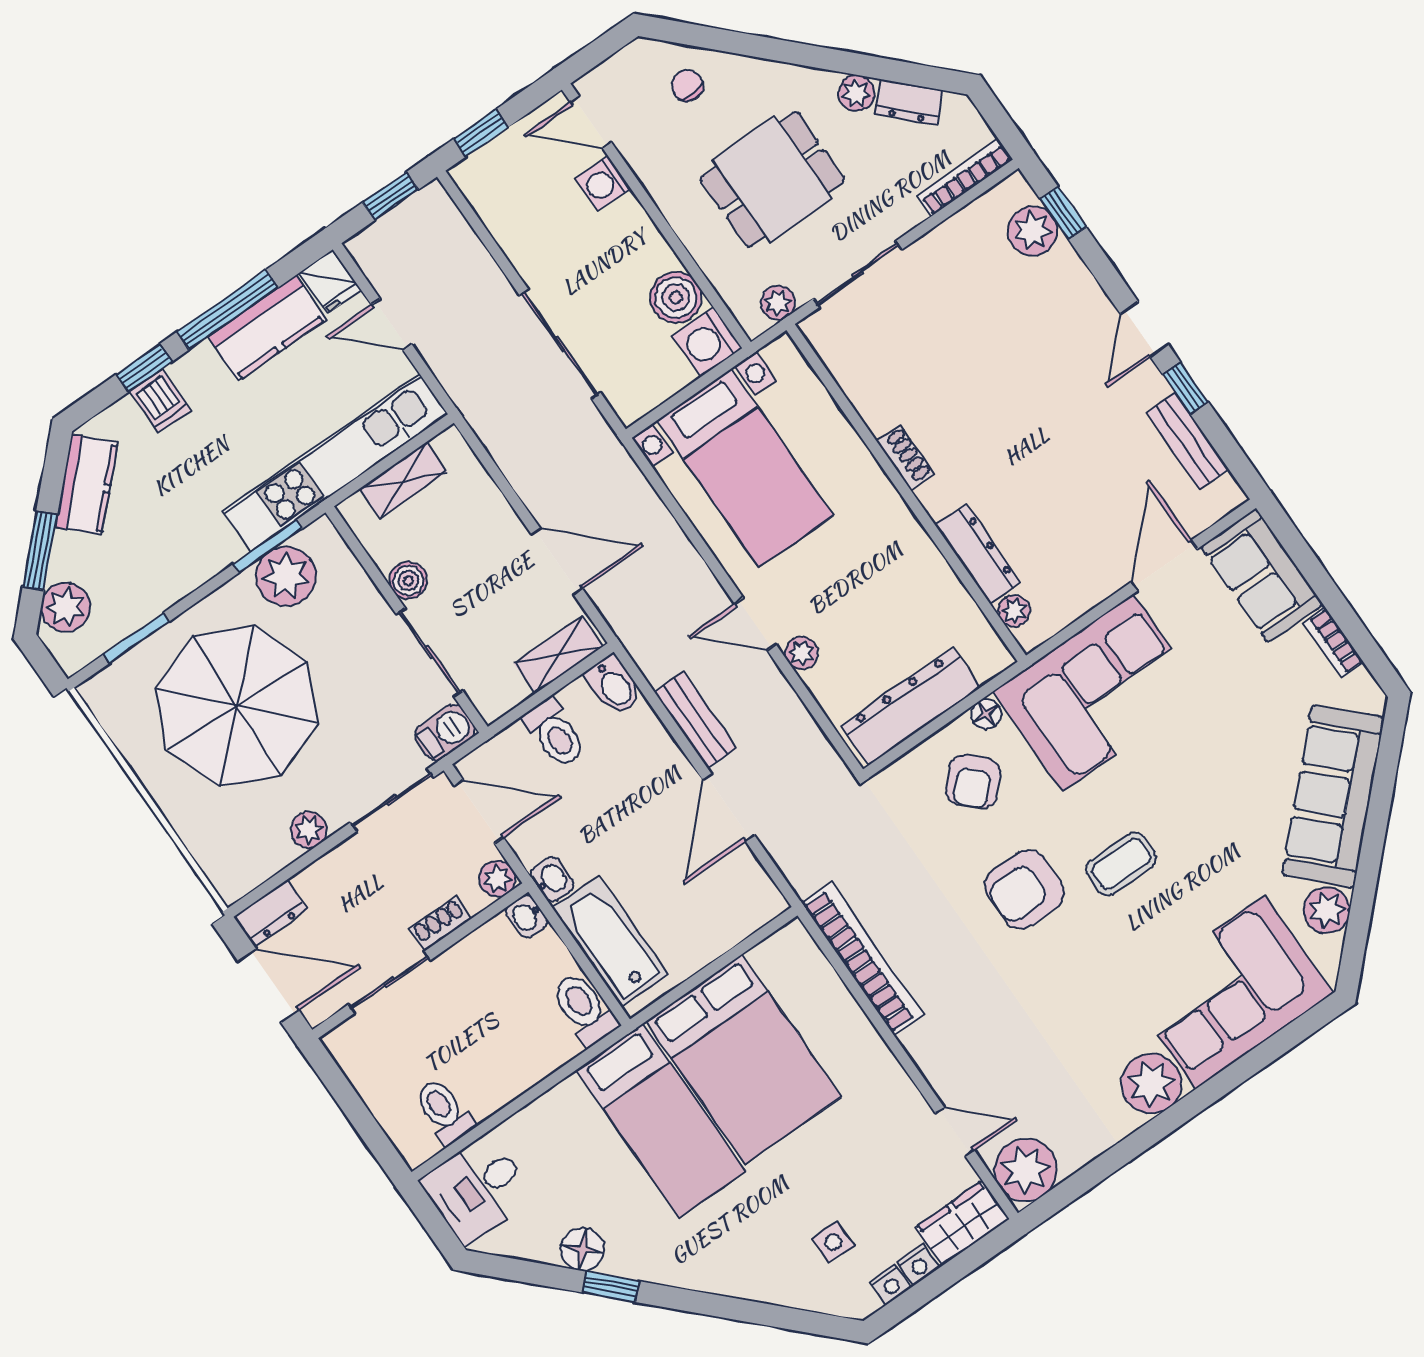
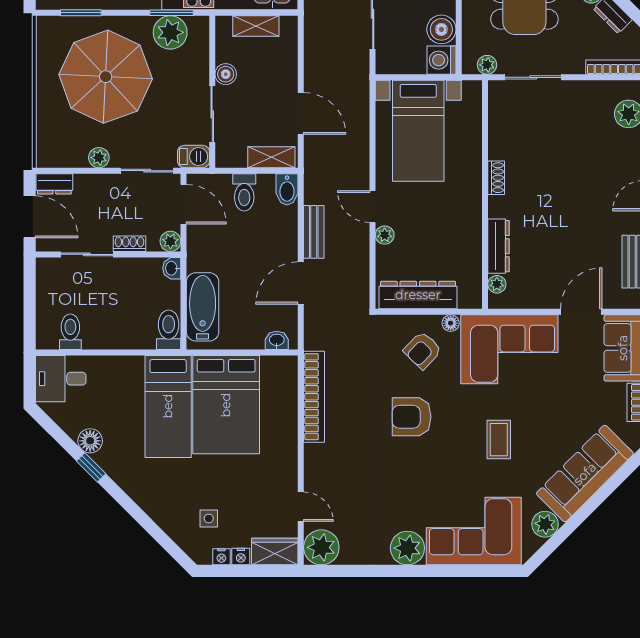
coffee table: (1121, 864) -> (499, 440), moved, turned 90
washbasin: (552, 879) -> (277, 340), moved, turned -90

